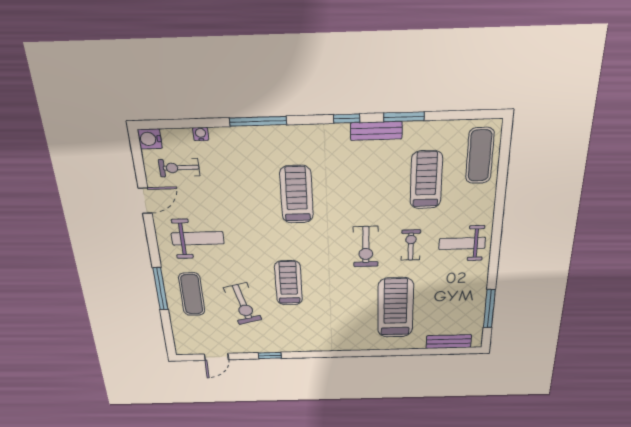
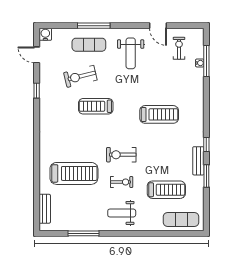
window: (258, 121) -> (206, 61), moved
water cooler: (150, 139) -> (45, 34), moved
weight bench: (462, 244) -> (122, 213), turned -90
treadmill: (289, 283) -> (96, 106), turned 180
window: (489, 309) -> (84, 233), moved

